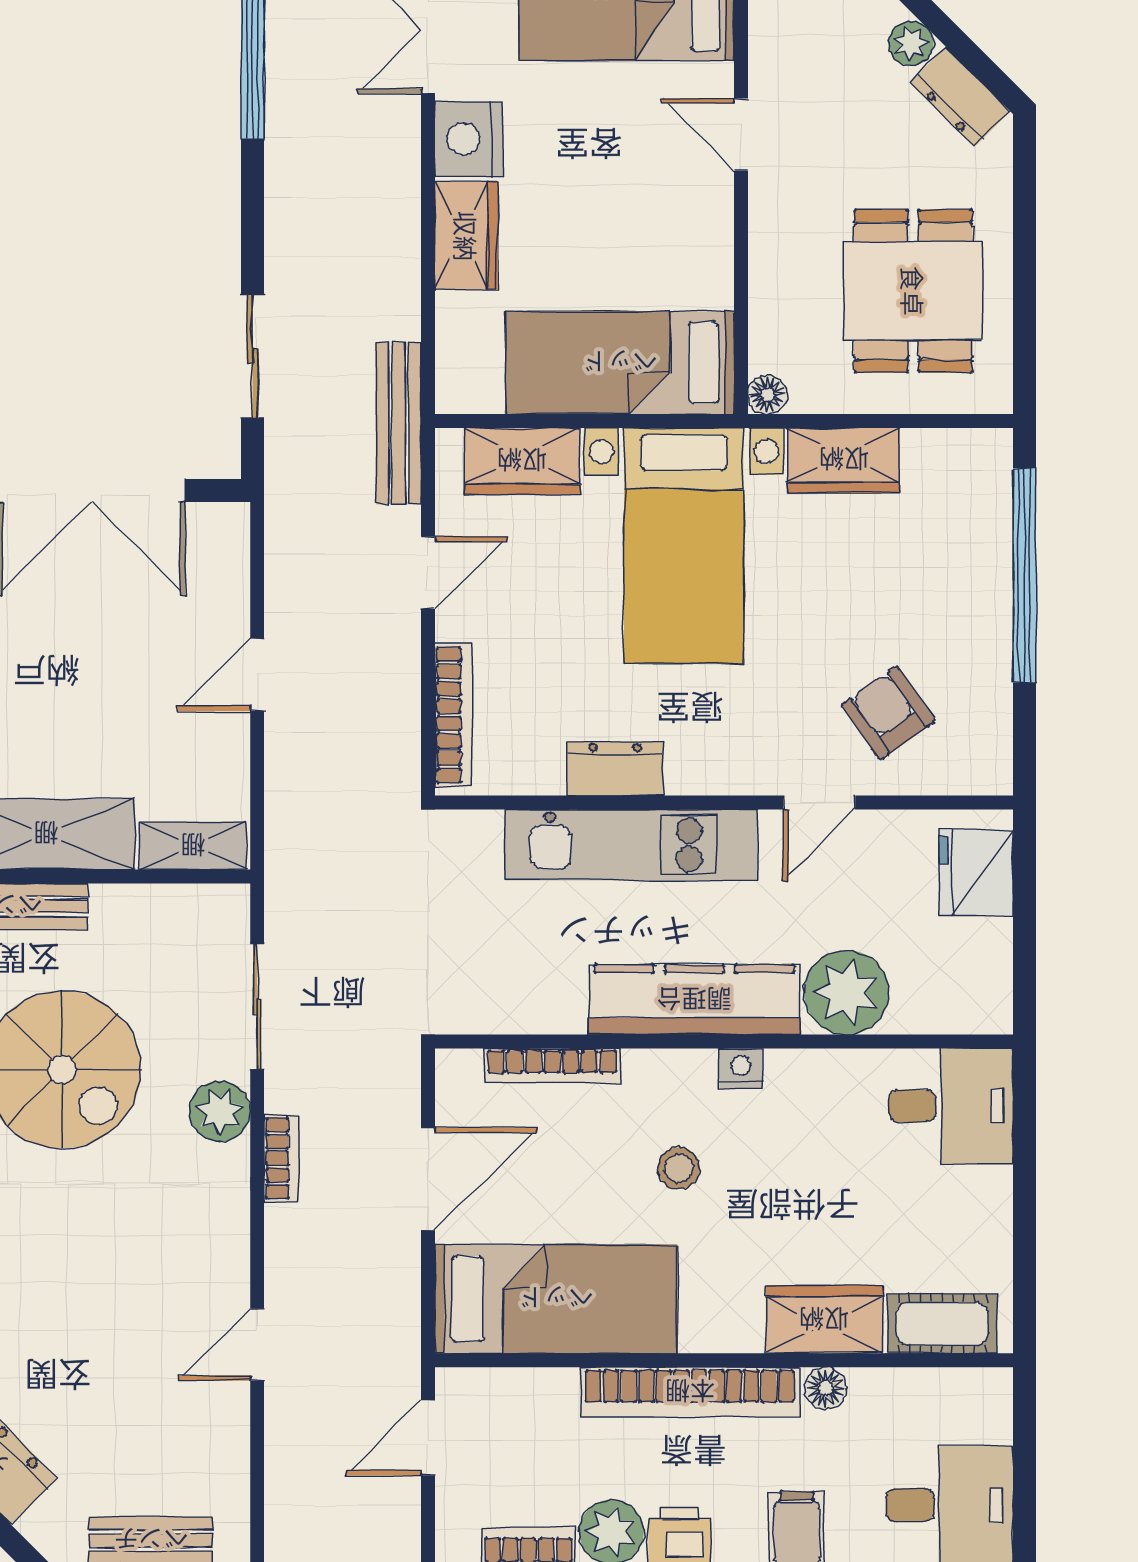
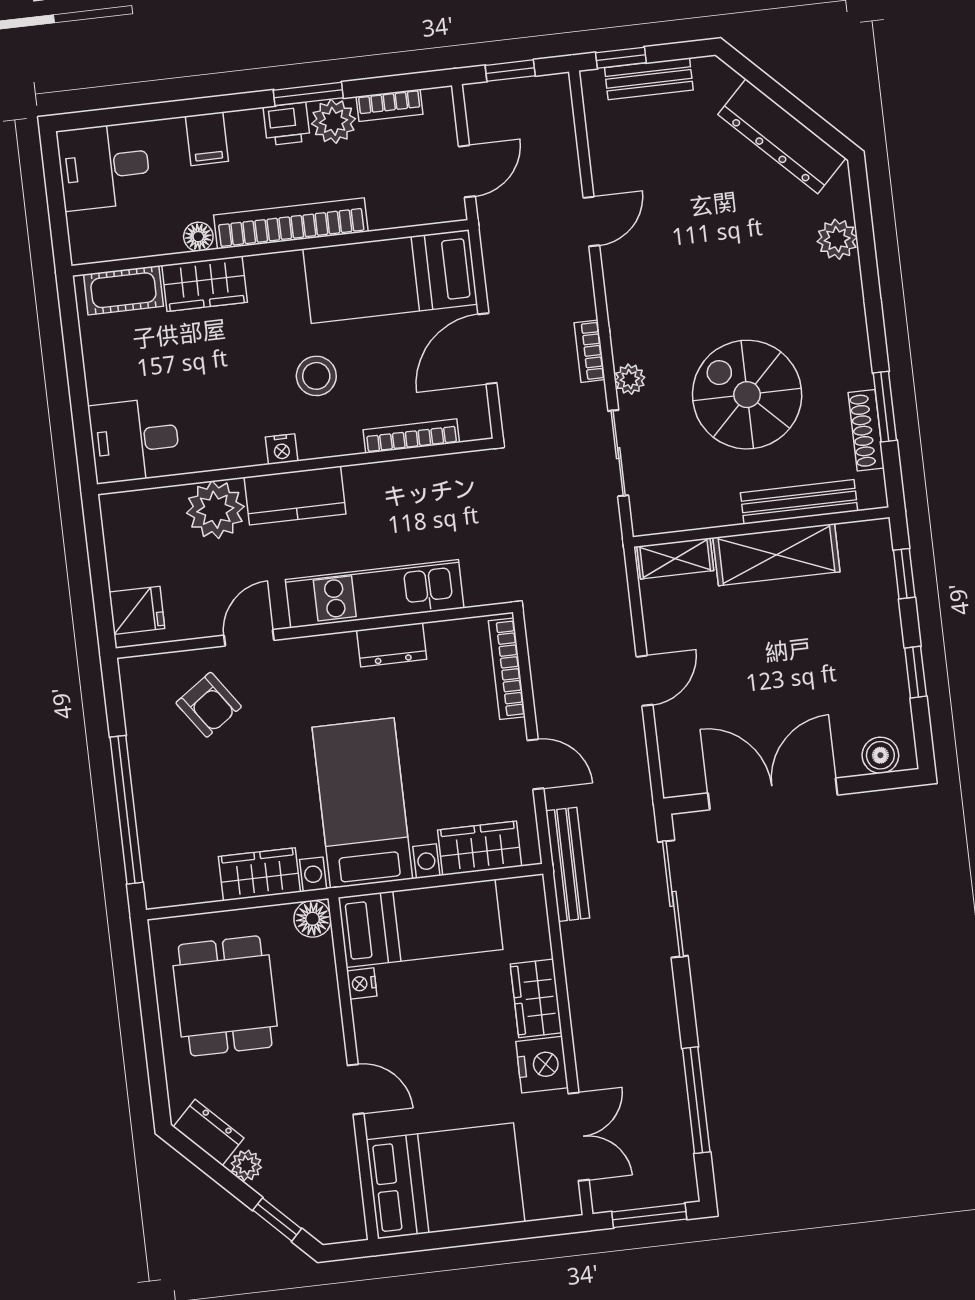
nightstand: (715, 286) -> (362, 983), added
sliding door: (253, 356) -> (673, 899), width x1.37
floor lamp: (767, 395) -> (313, 919), width x1.37, depth x1.37
door: (428, 573) -> (536, 764), swing flipped
fridge: (976, 873) -> (137, 610), width x0.72
kitchen counter: (694, 1000) -> (295, 496), width x0.67
plant: (220, 1111) -> (630, 379), width x0.73, depth x0.73
stool: (679, 1168) -> (316, 376), width x1.37, depth x1.37

